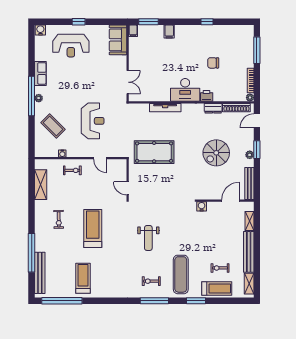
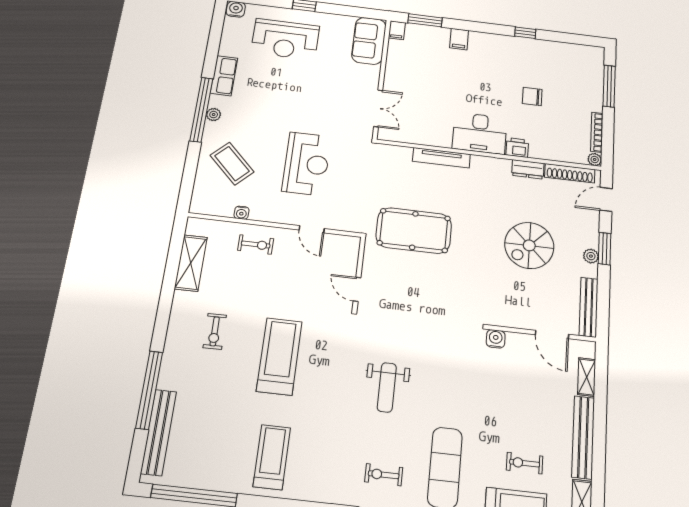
door: (231, 201) -> (552, 334), swing flipped
treadmill: (83, 278) -> (272, 457), moved

